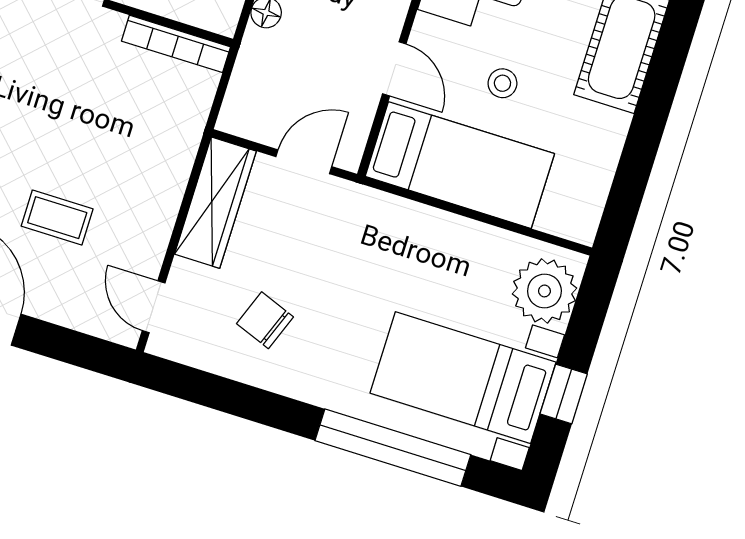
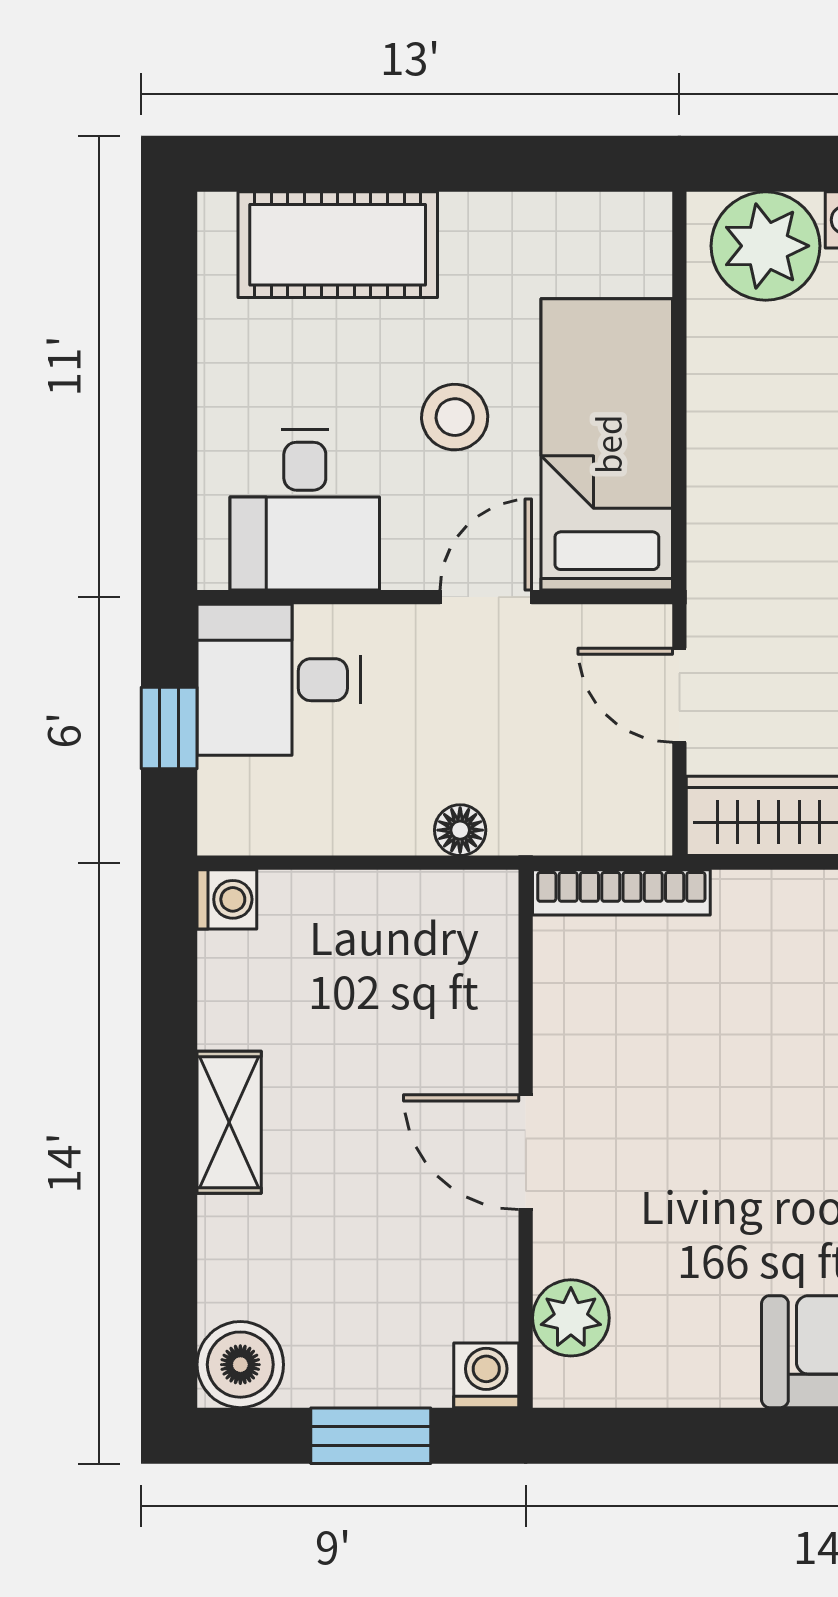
bookcase: (176, 44) -> (621, 892), moved, turned 90
stool: (502, 83) -> (455, 417), width x1.37, depth x1.37

